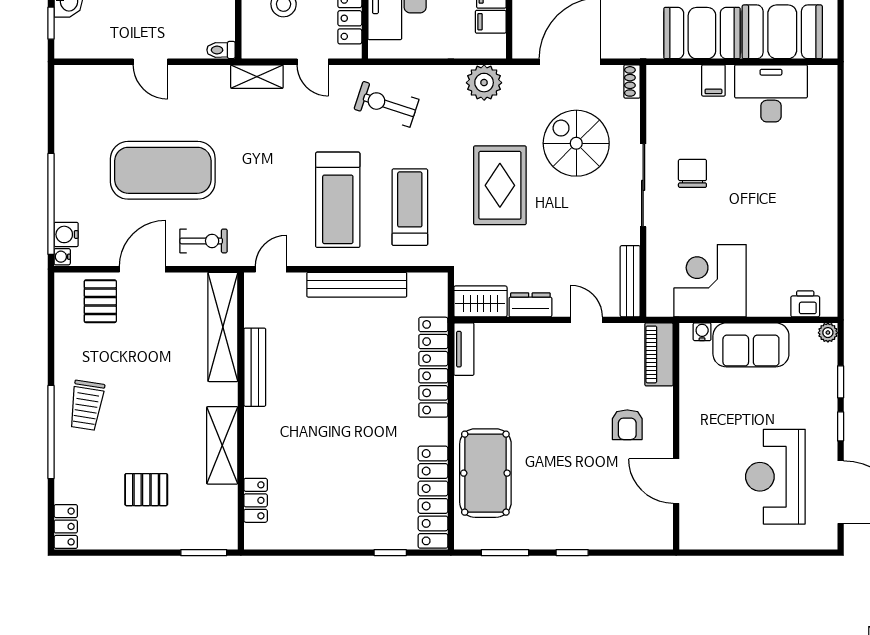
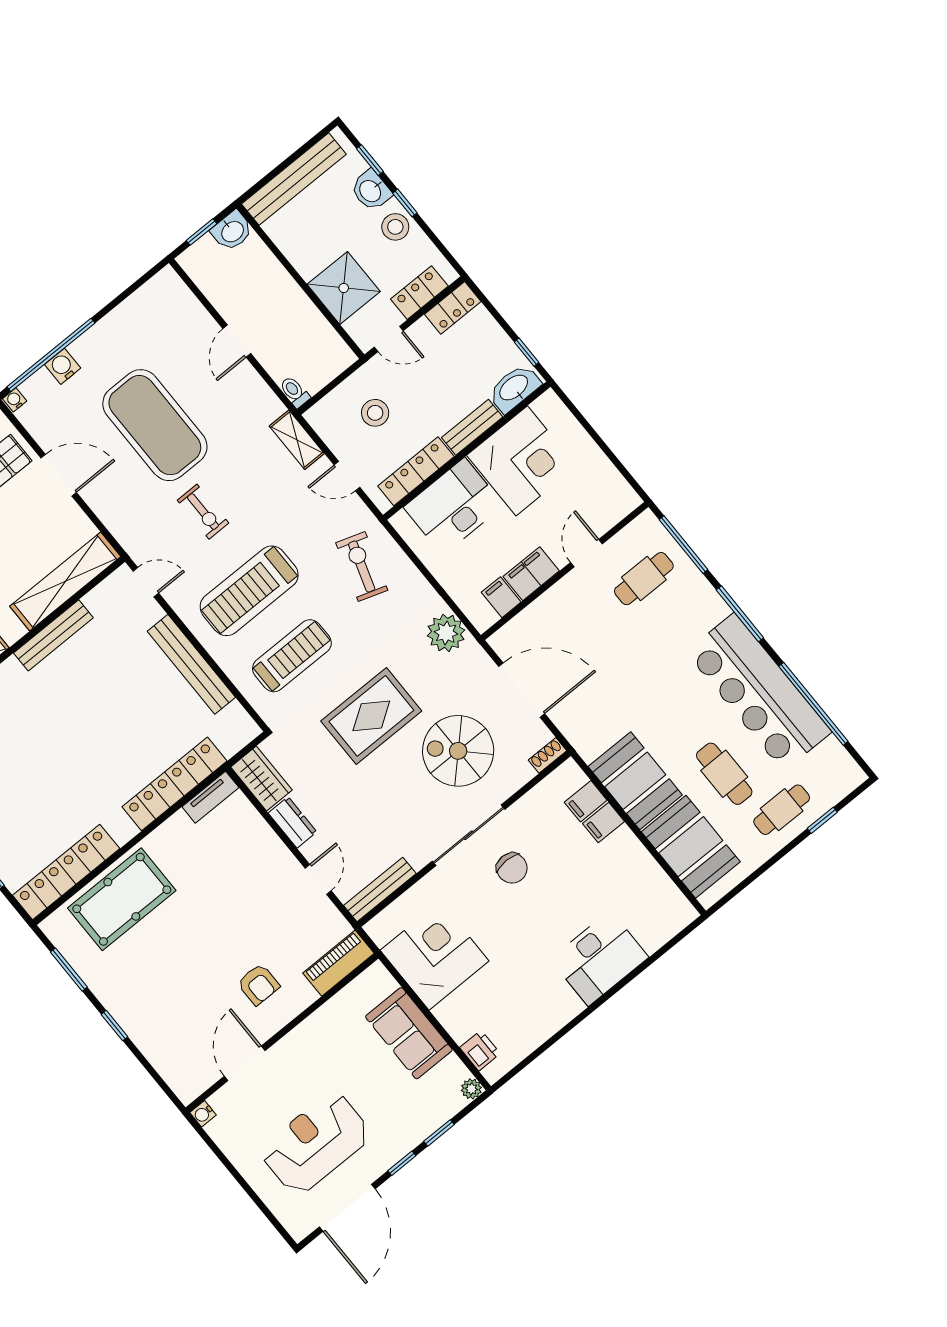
door: (313, 62) -> (347, 476), hinge flipped
filing cabinet: (688, 81) -> (586, 801), added
desk: (771, 93) -> (599, 958), moved, turned 90
spiral stairs: (576, 143) -> (458, 751), turned -90
chair: (692, 173) -> (512, 868), turned 90
water cooler: (66, 234) -> (63, 366), moved
exercise bike: (204, 241) -> (203, 512), moved
water cooler: (702, 332) -> (203, 1114), moved, turned 180
armchair: (627, 425) -> (258, 984), turned -90

